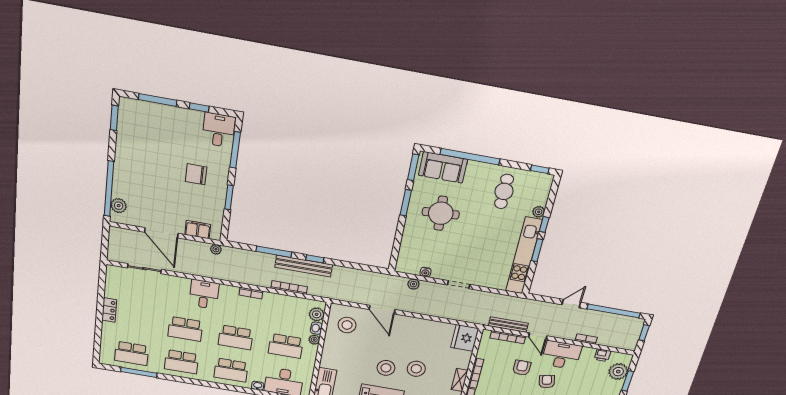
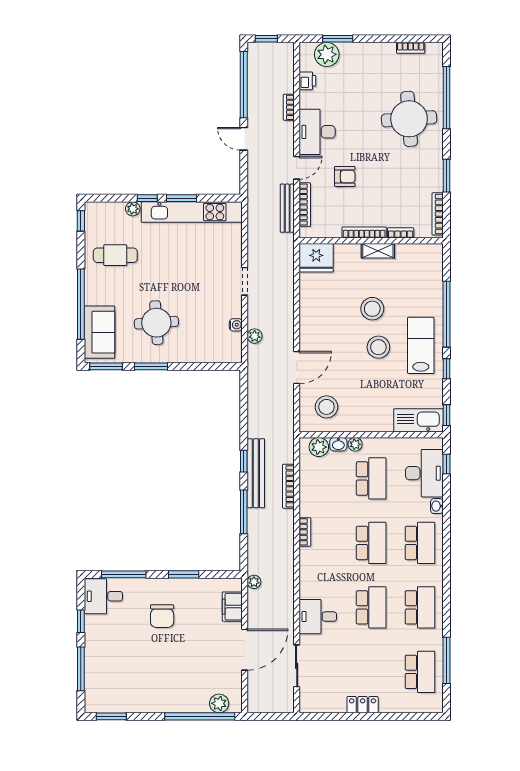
desk: (204, 294) -> (318, 617), moved
armchair: (522, 368) -> (345, 176), turned 180
armchair: (547, 382) -> (359, 140), removed

